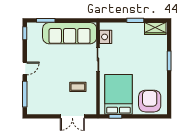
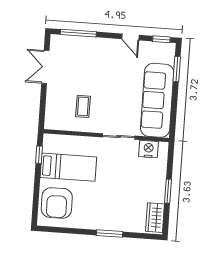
door: (25, 68) -> (130, 37), moved
bed: (118, 94) -> (68, 167), width x0.67
armchair: (150, 101) -> (57, 203), turned 89
double door: (72, 116) -> (45, 67), moved

